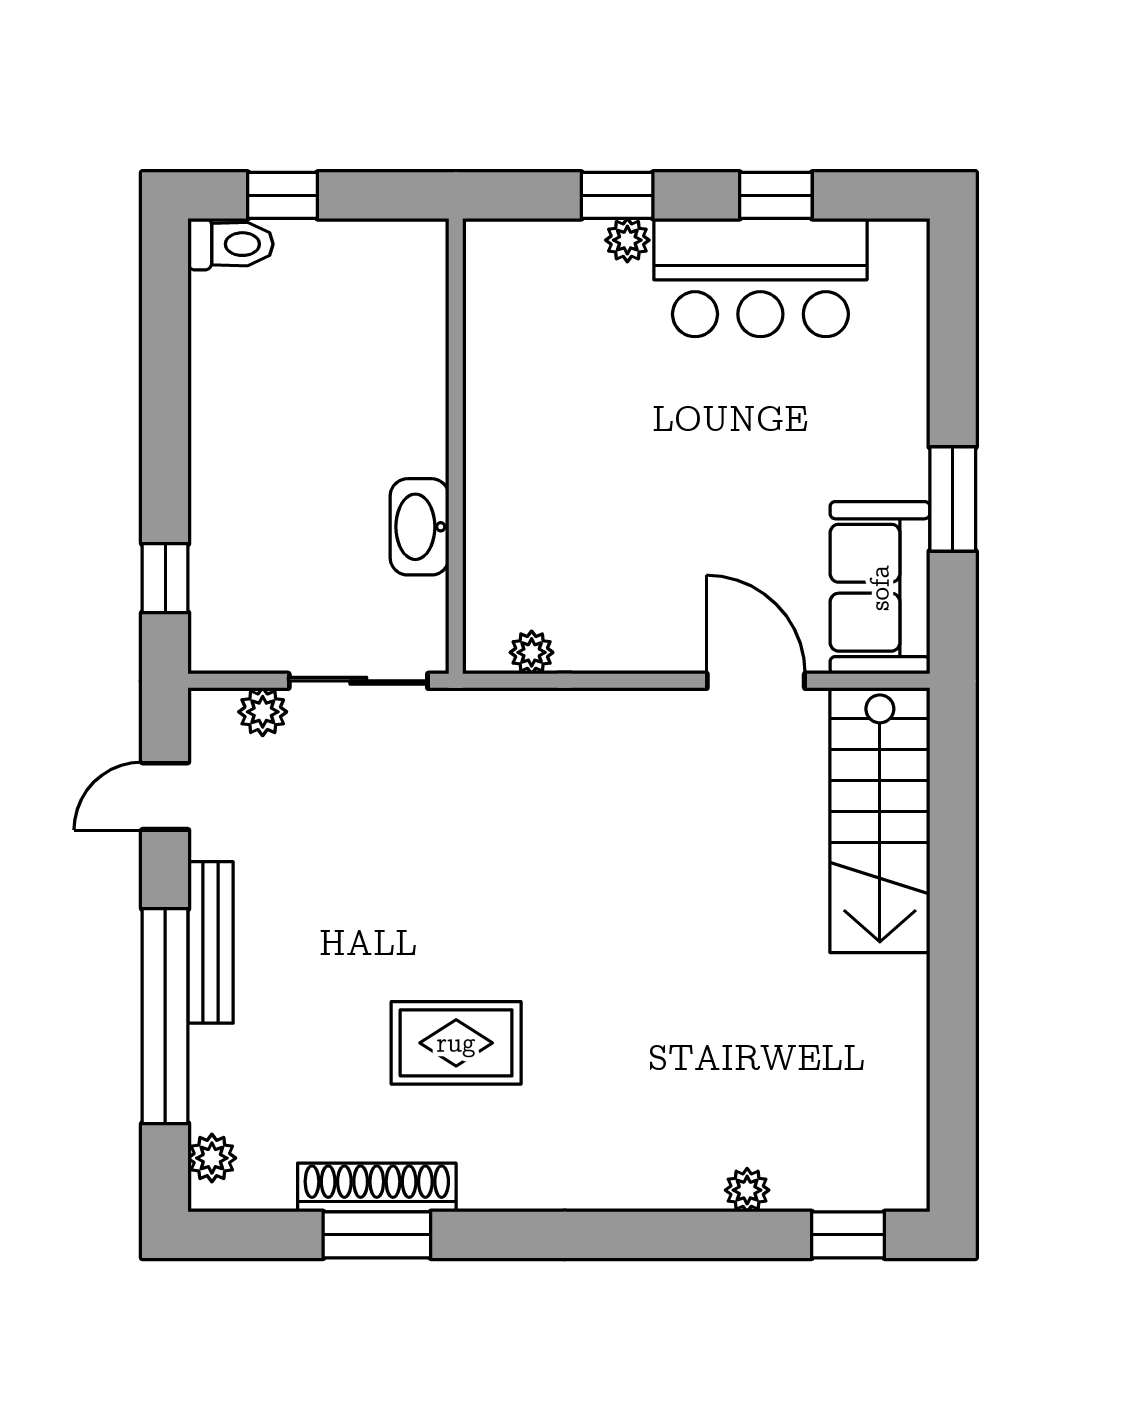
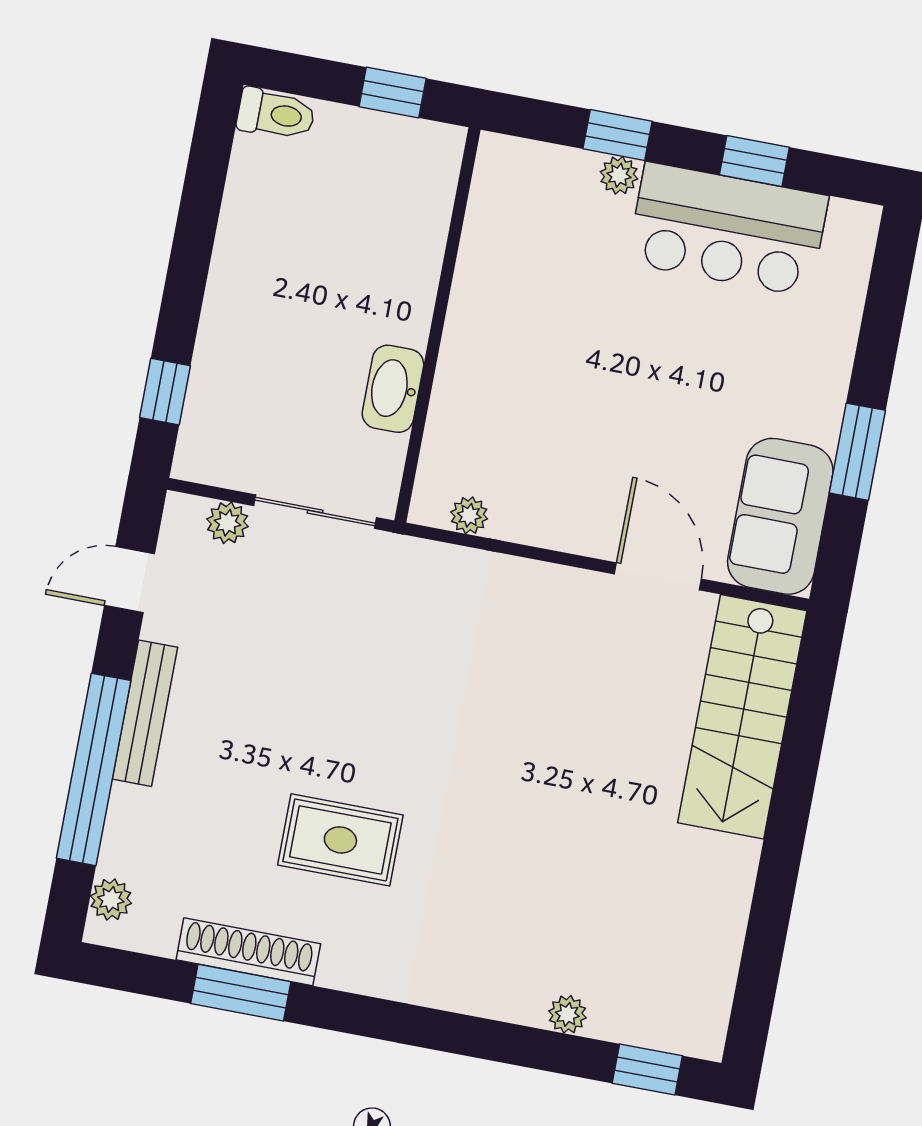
window: (283, 195) -> (393, 93), moved

